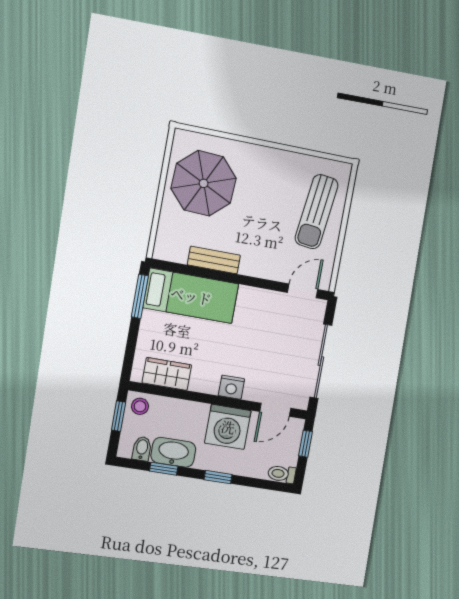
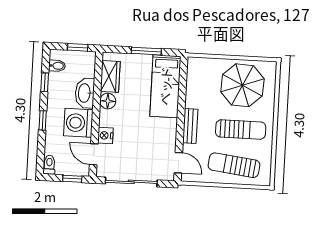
sun lounger: (267, 195) -> (241, 130), added
bench: (214, 260) -> (190, 126), moved
window: (140, 296) -> (146, 51), moved
floor lamp: (202, 381) -> (108, 101), added
nightstand: (231, 387) -> (105, 135), moved
stool: (140, 406) -> (86, 61), removed
washbasin: (173, 452) -> (85, 93), moved, turned 180

